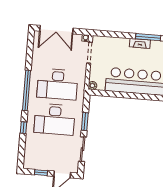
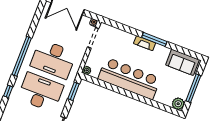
desk: (55, 119) -> (41, 92), turned 180
window: (85, 121) -> (74, 91), moved

